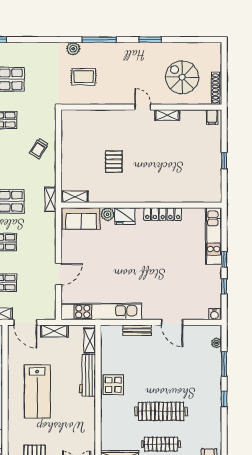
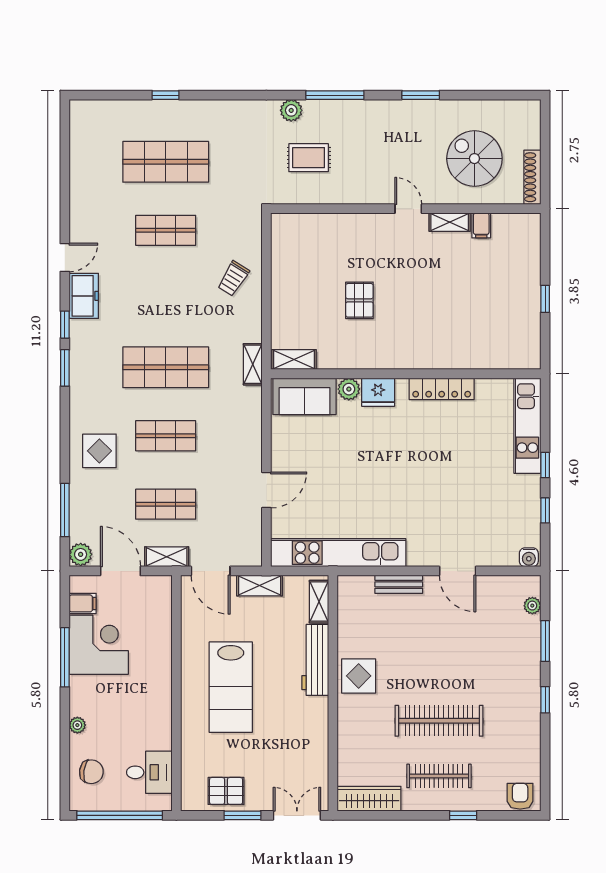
filing cabinet: (212, 117) -> (481, 225), moved

